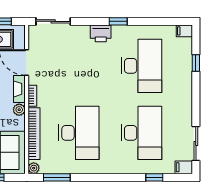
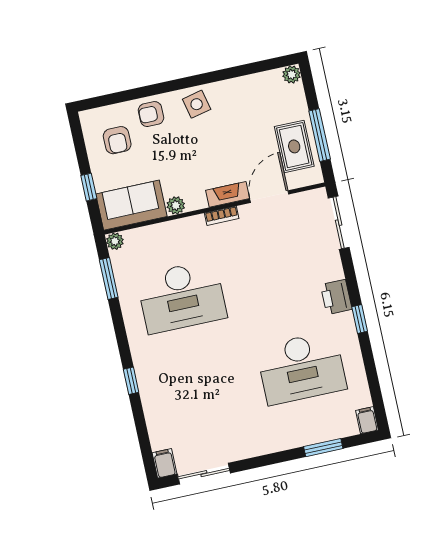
window: (196, 63) -> (323, 448), width x1.50
plant: (19, 110) -> (176, 205), moved
desk: (141, 133) -> (202, 390), removed
bookcase: (34, 134) -> (166, 230), removed
window: (154, 177) -> (131, 381), moved

